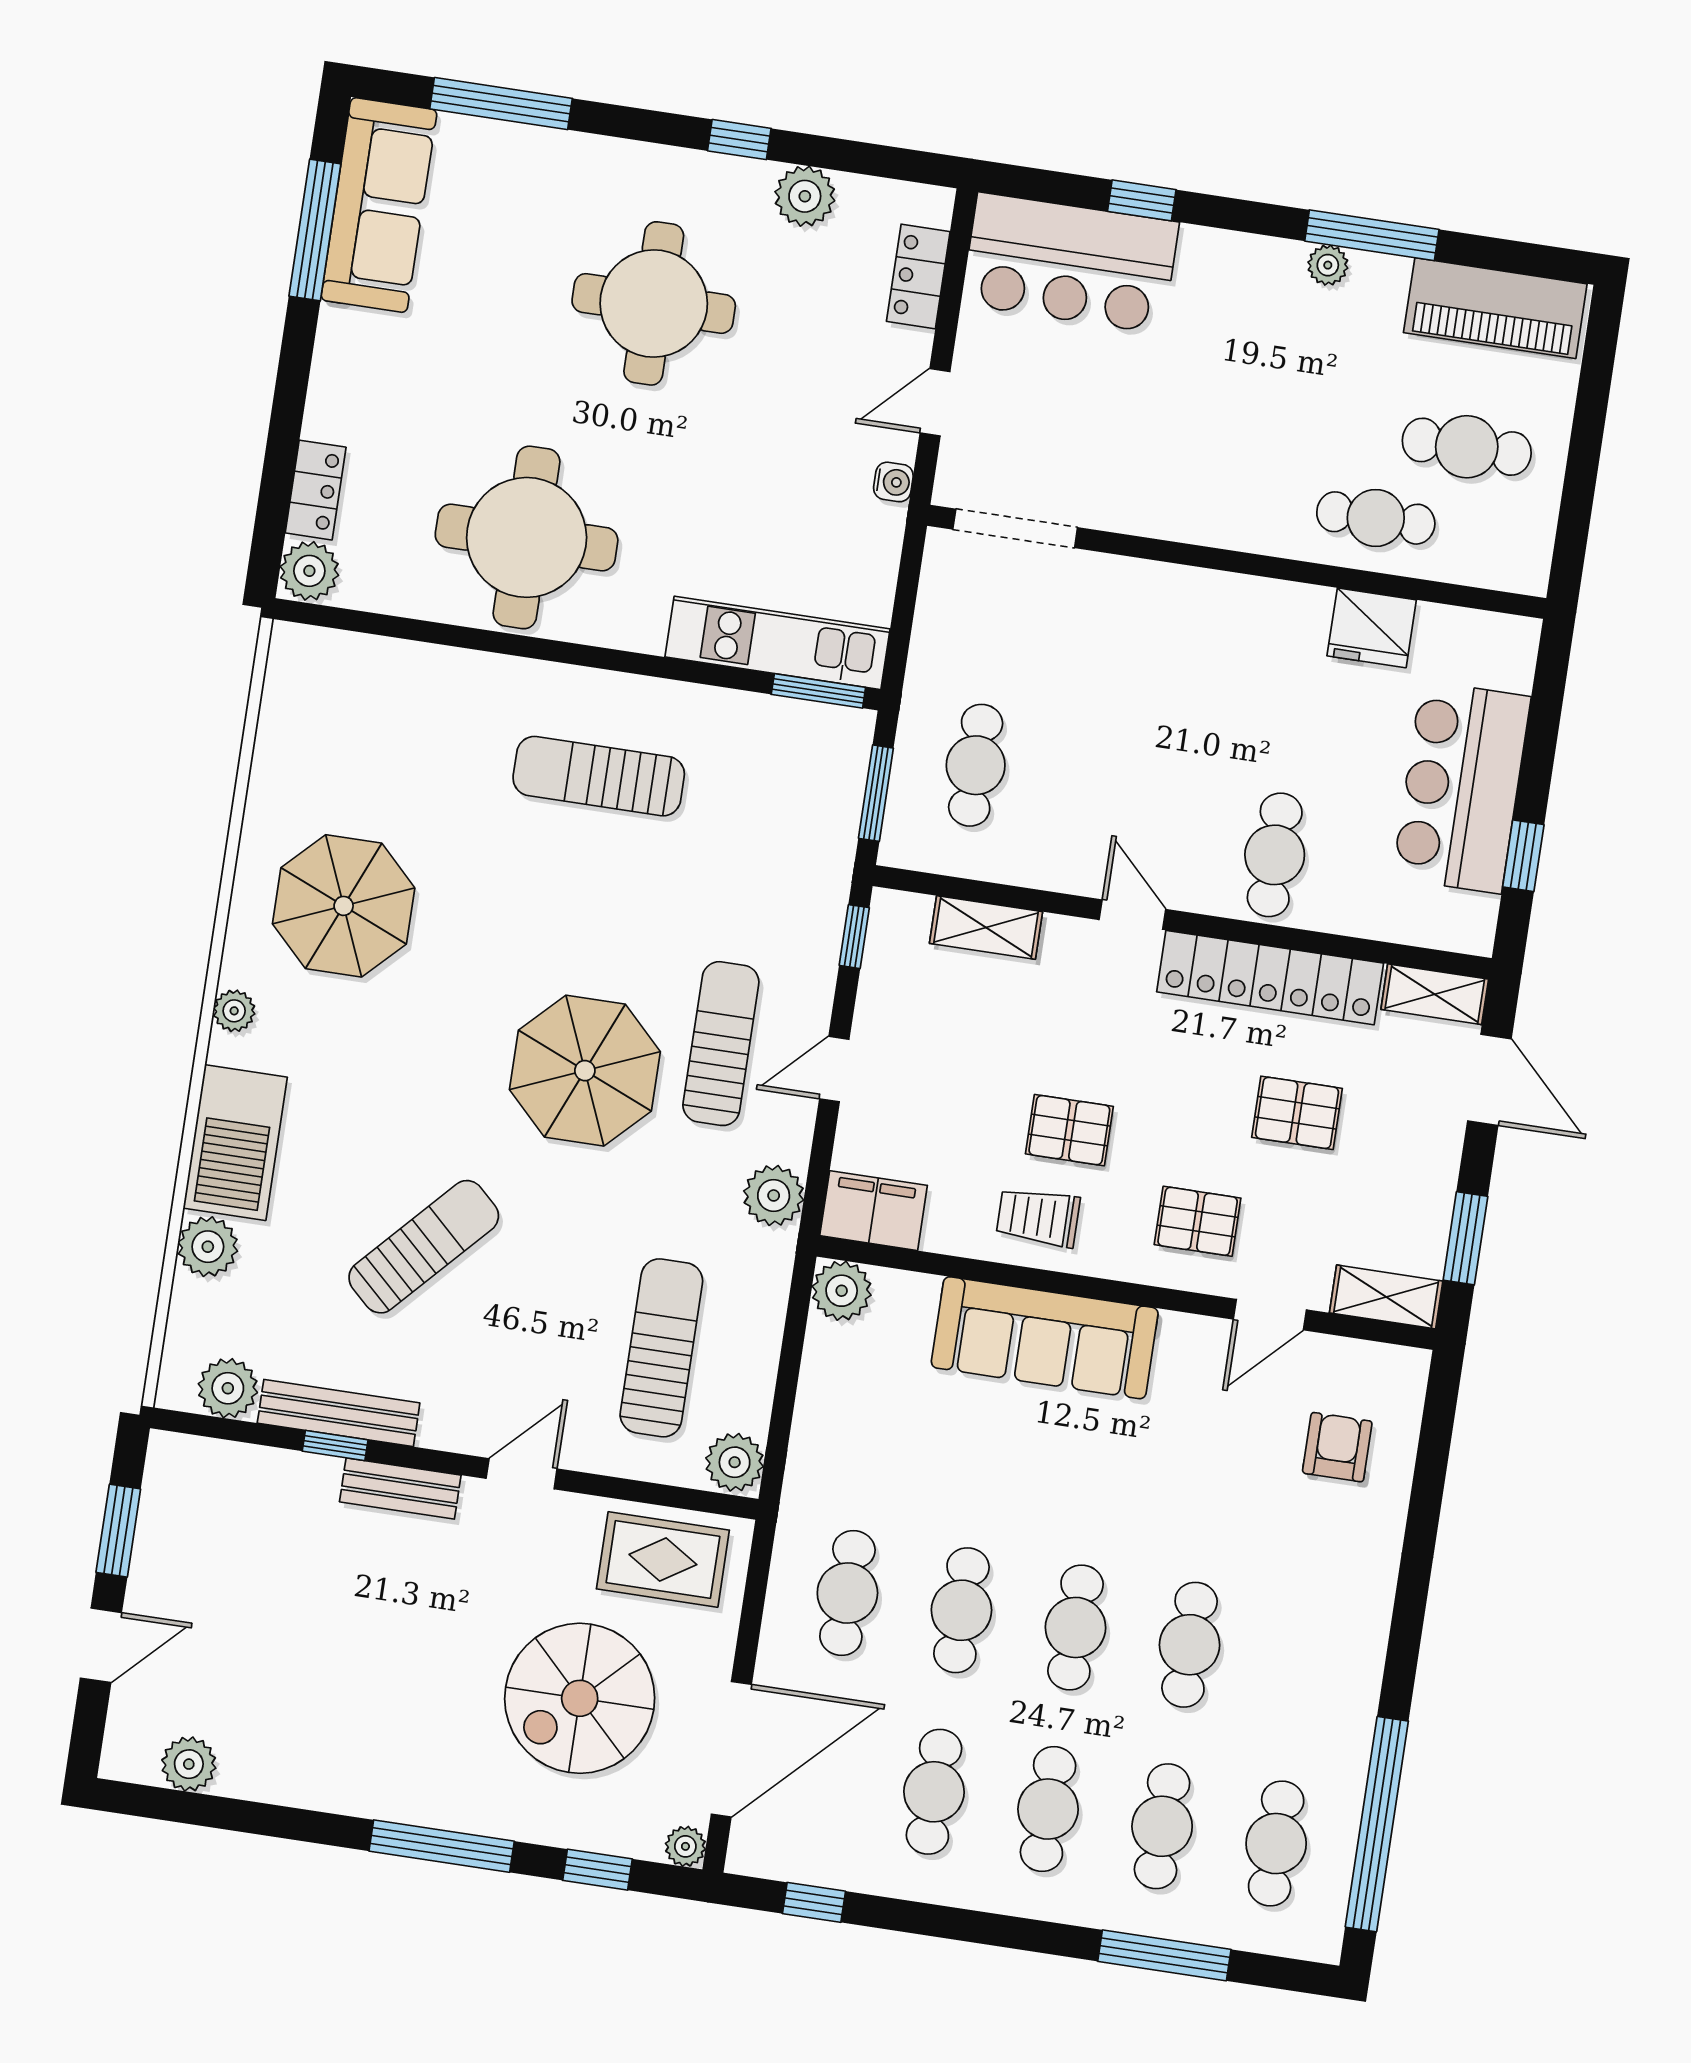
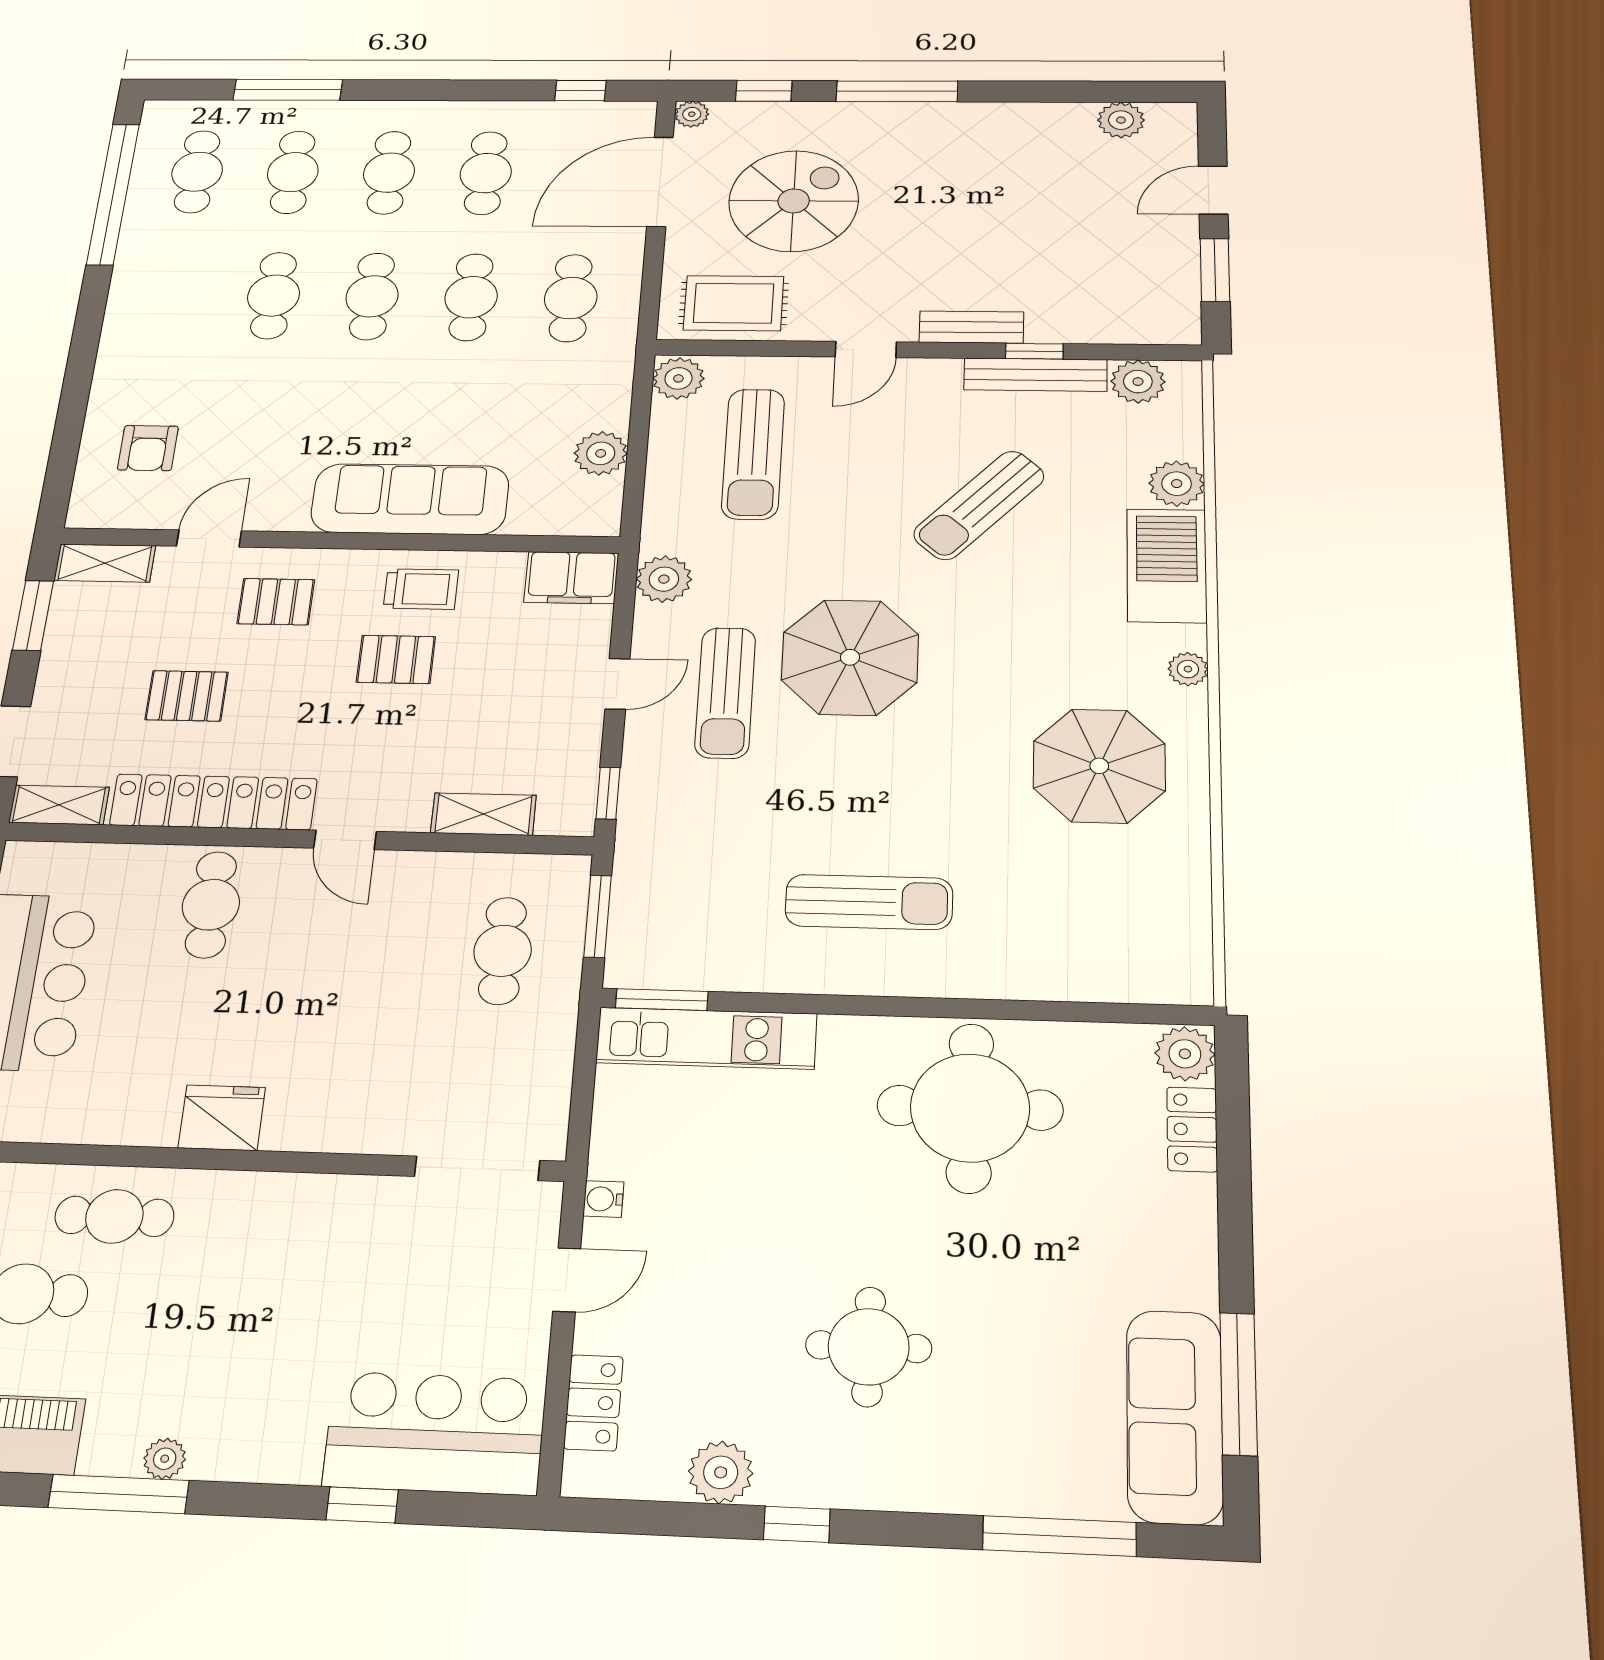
round table: (654, 303) -> (869, 1347), width x0.73, depth x0.73
fridge: (1372, 628) -> (222, 1118), moved
plant: (842, 1291) -> (601, 453), moved

